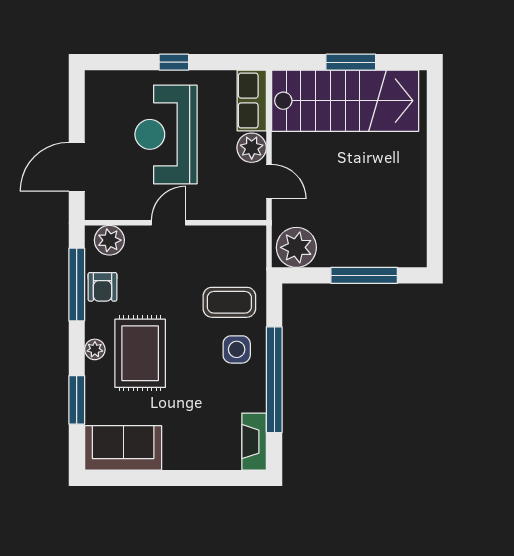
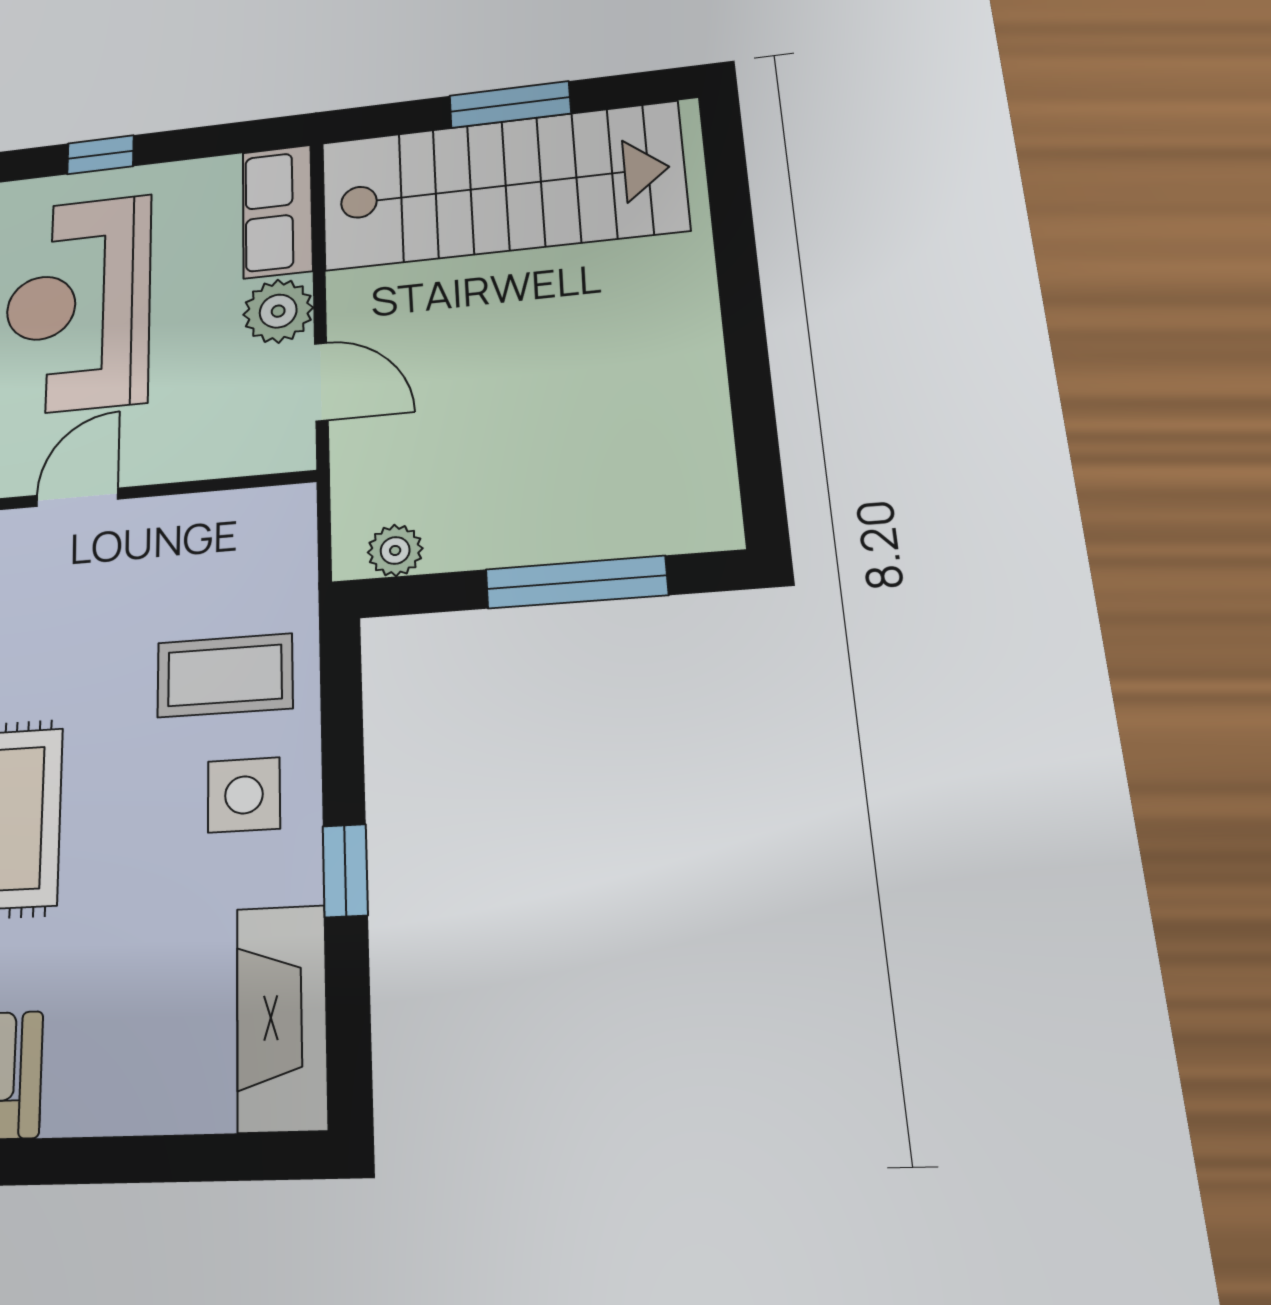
plant: (296, 247) -> (395, 550), width x0.53, depth x0.53
window: (274, 380) -> (345, 871), width x0.32
fireplace: (254, 442) -> (282, 1017), width x1.37, depth x1.32

